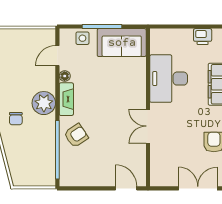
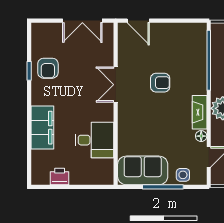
desk: (169, 79) -> (94, 140), width x0.73
double door: (148, 126) -> (116, 85), swing flipped
armchair: (76, 136) -> (160, 83), moved, turned -146
double door: (198, 188) -> (82, 21), moved

